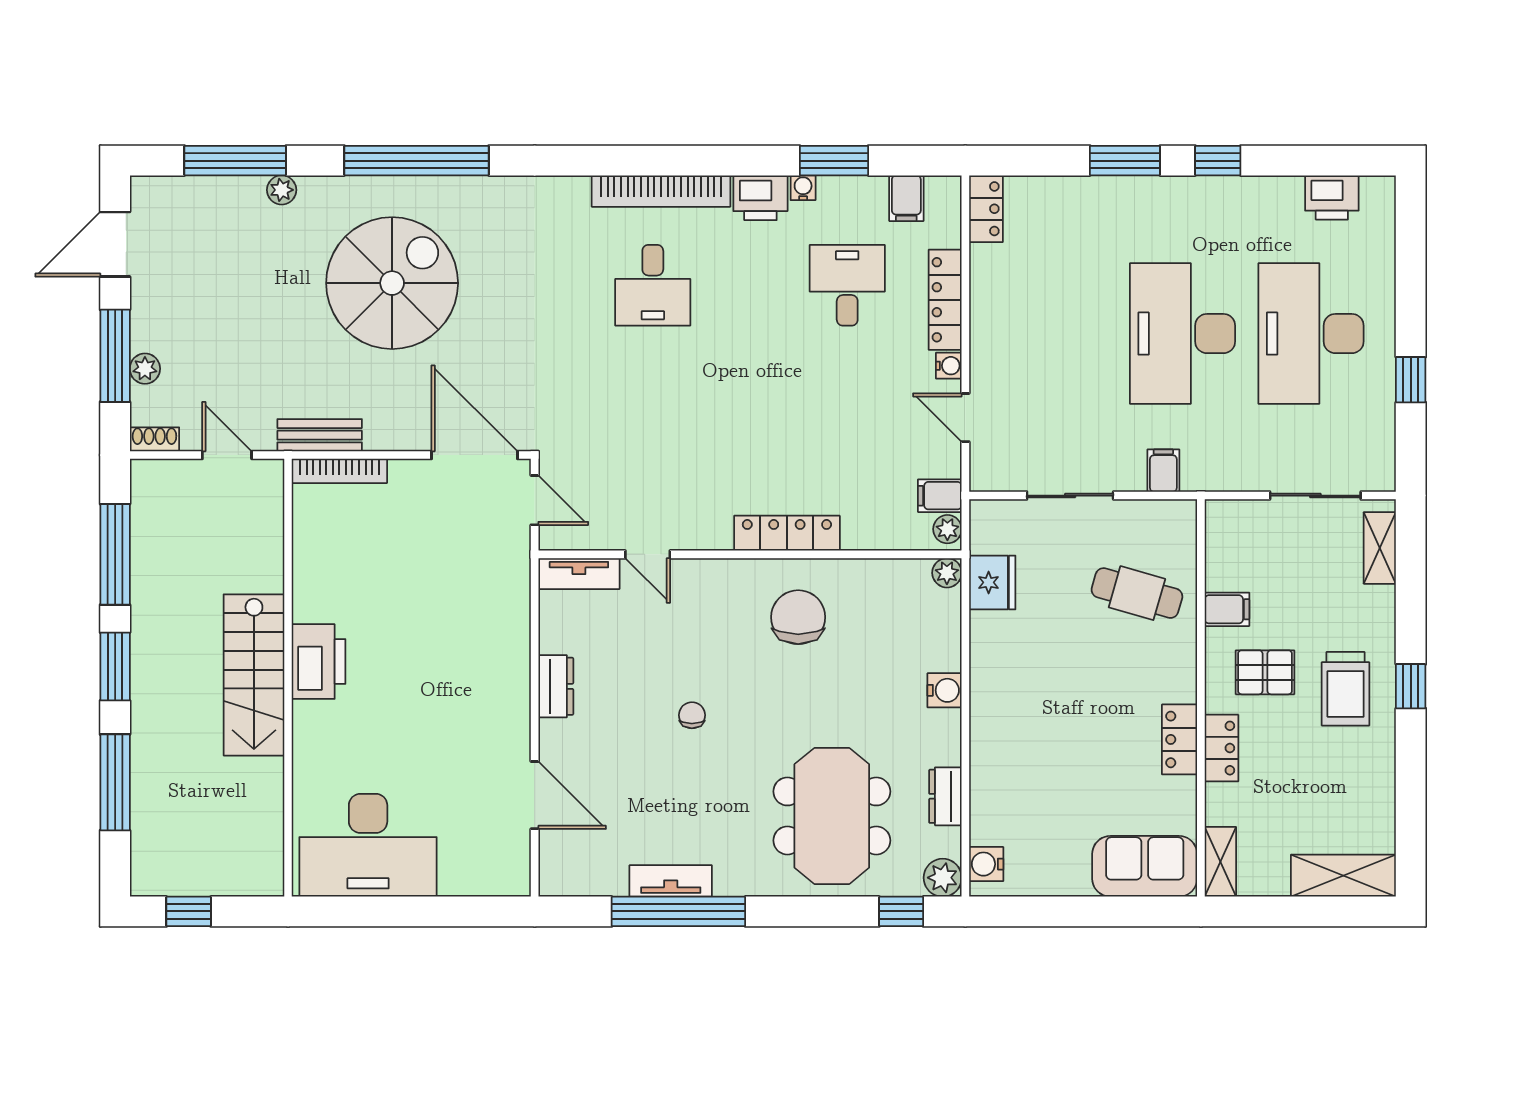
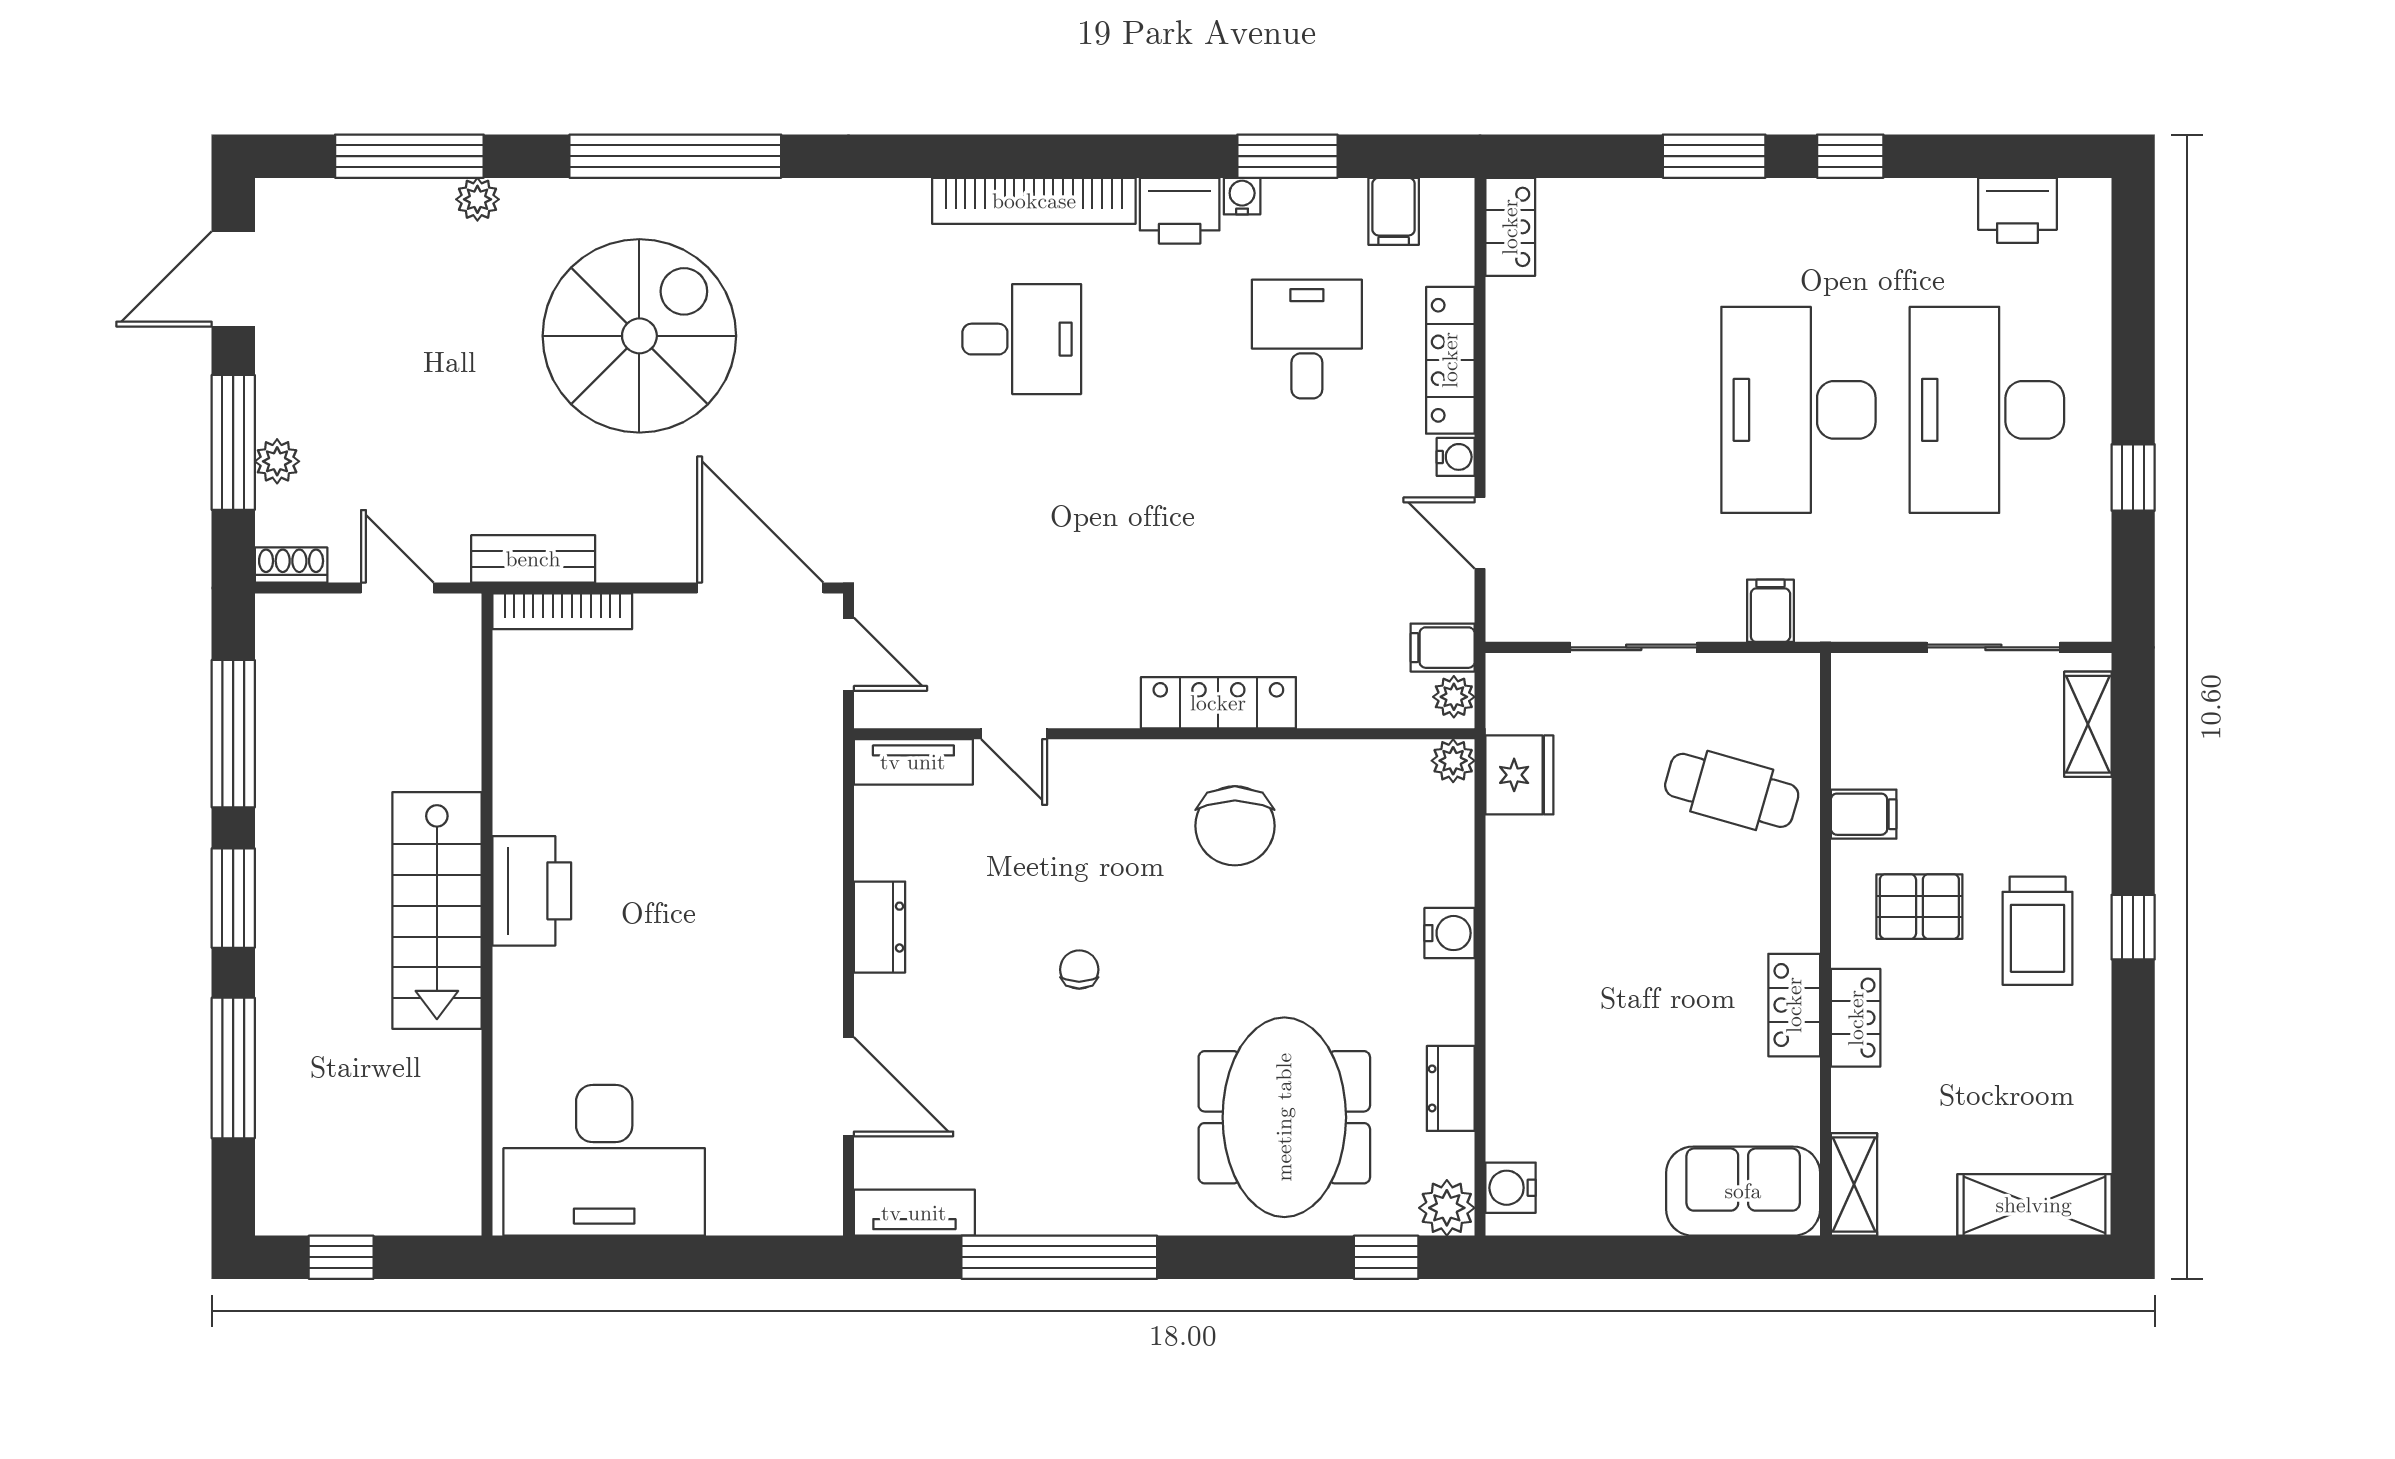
desk: (653, 285) -> (1022, 339), turned -90
chair: (798, 617) -> (1235, 826), turned 180
tv unit: (671, 881) -> (914, 1213), moved

